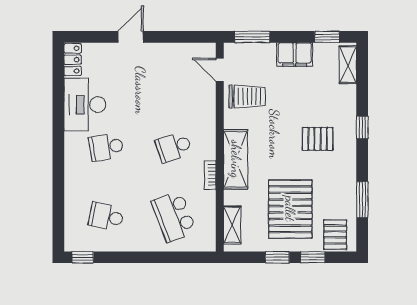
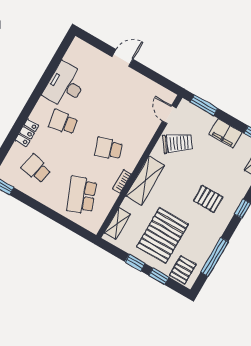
locker: (73, 60) -> (27, 133), moved
trolley: (247, 96) -> (177, 143), turned -35
window: (362, 200) -> (214, 257), width x1.44

